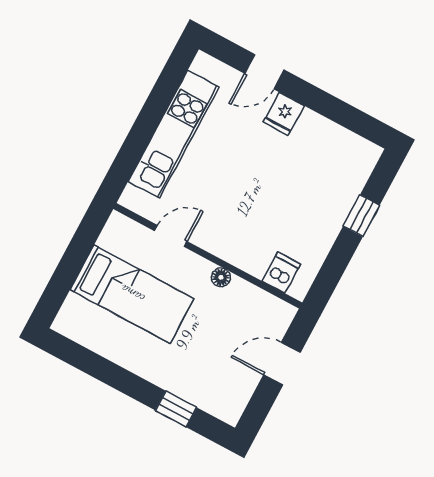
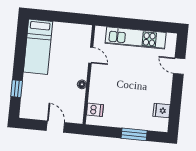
fridge: (284, 114) -> (162, 111), moved
window: (361, 216) -> (134, 134), width x1.50
bed: (132, 294) -> (38, 47), moved

